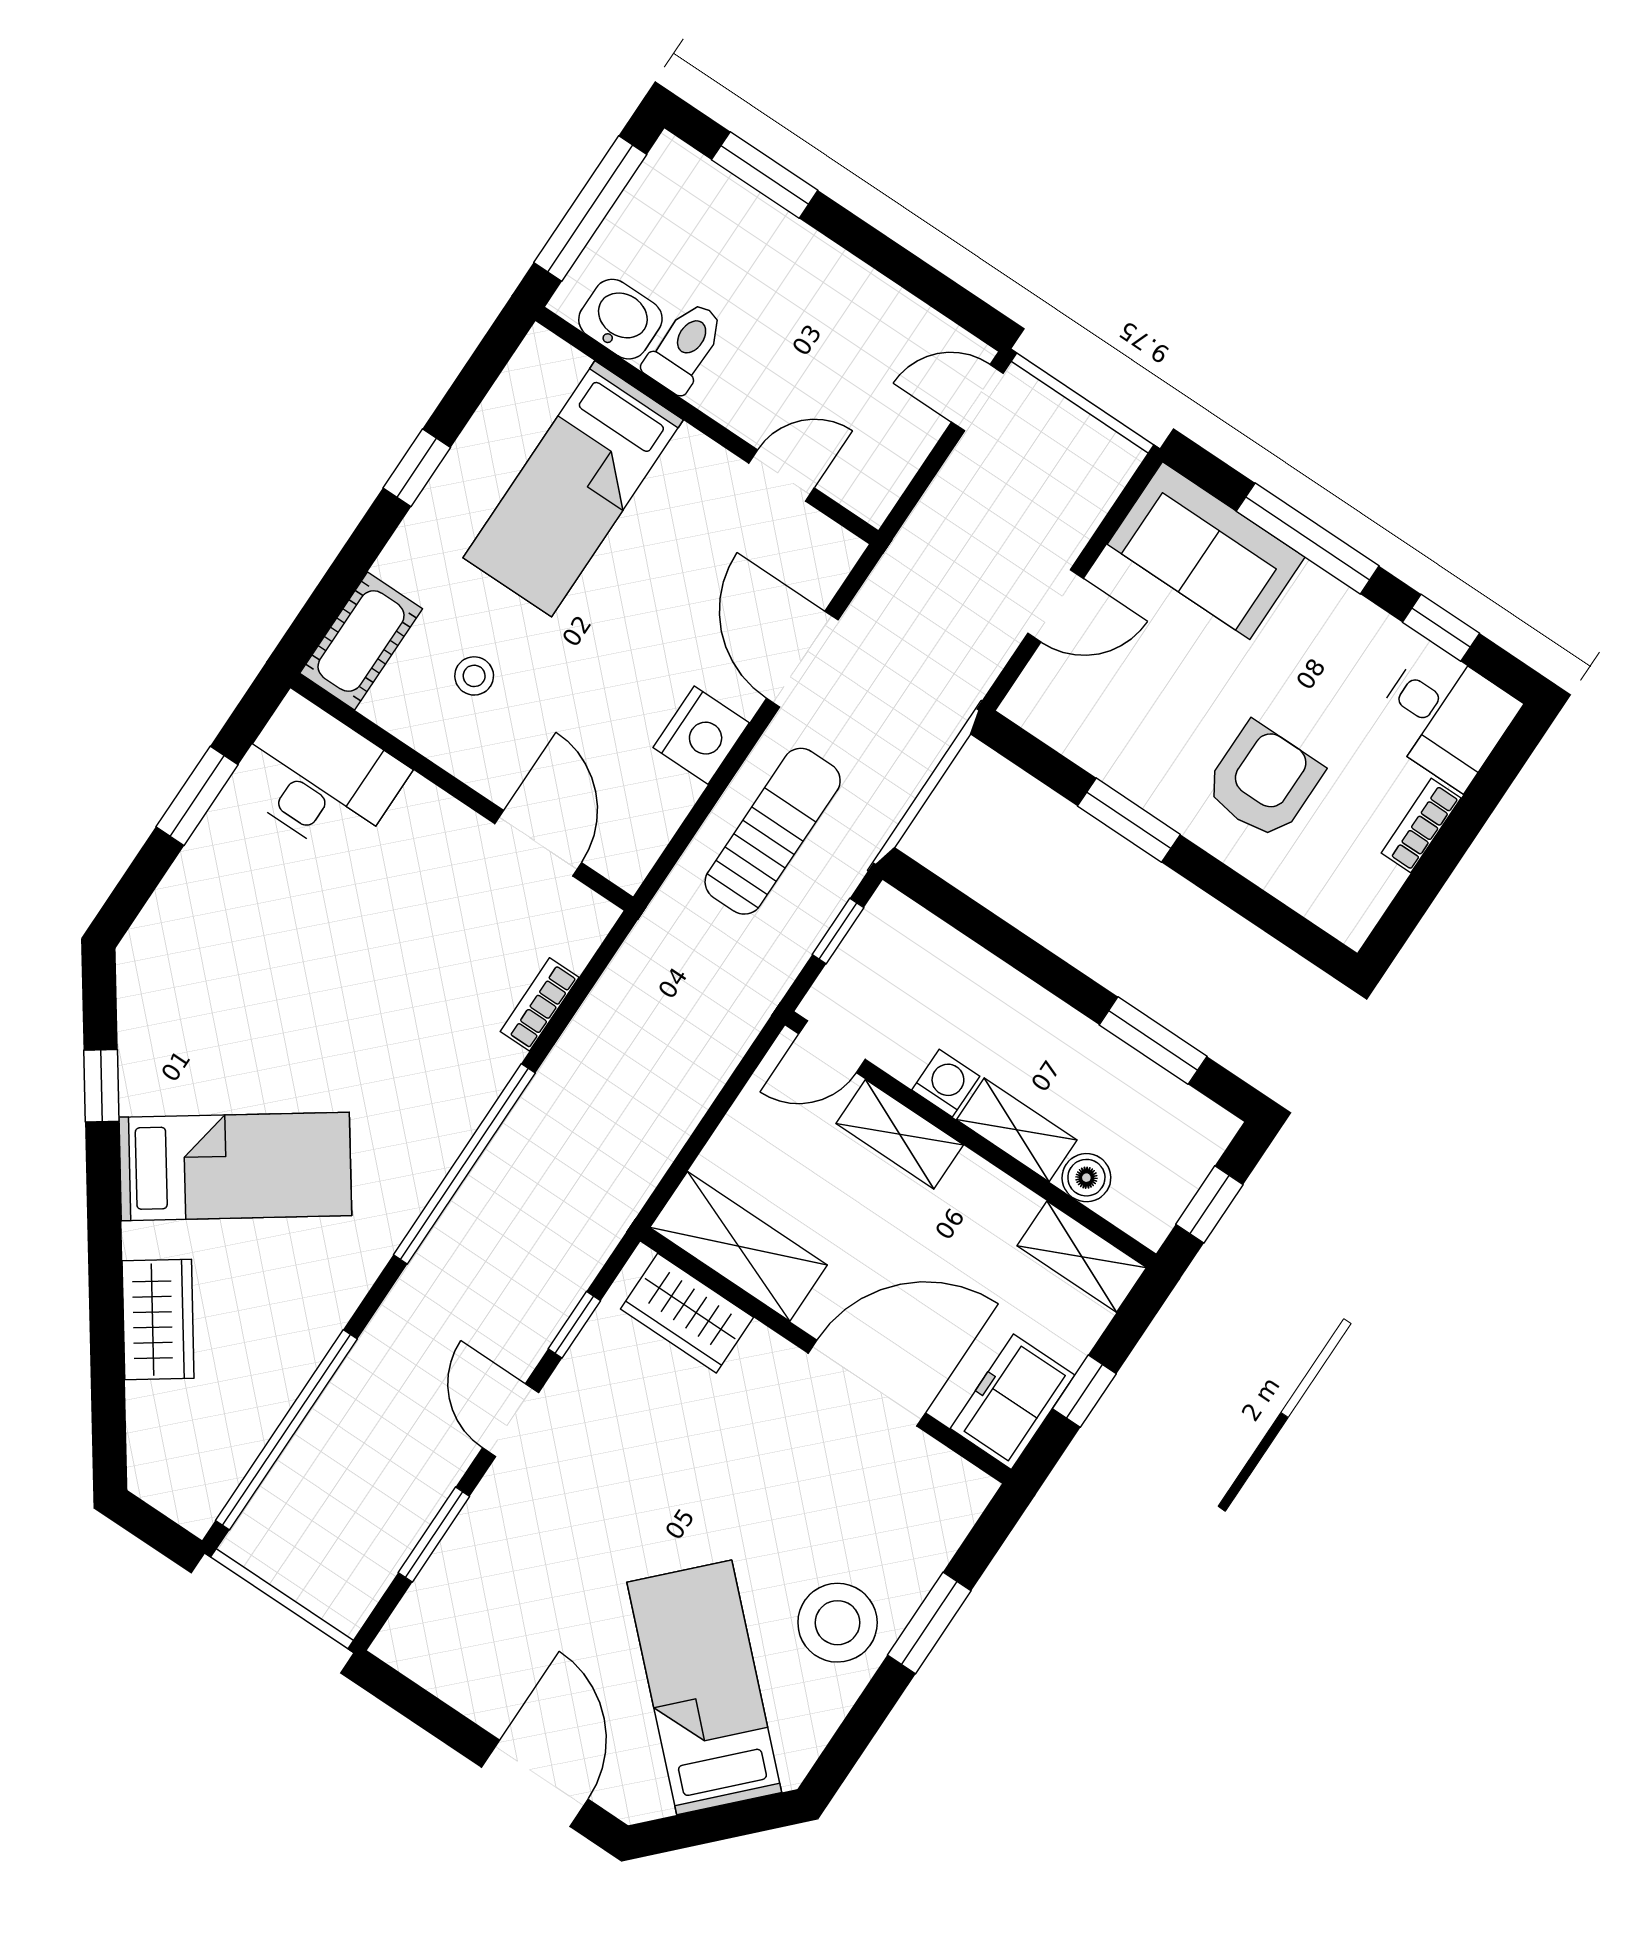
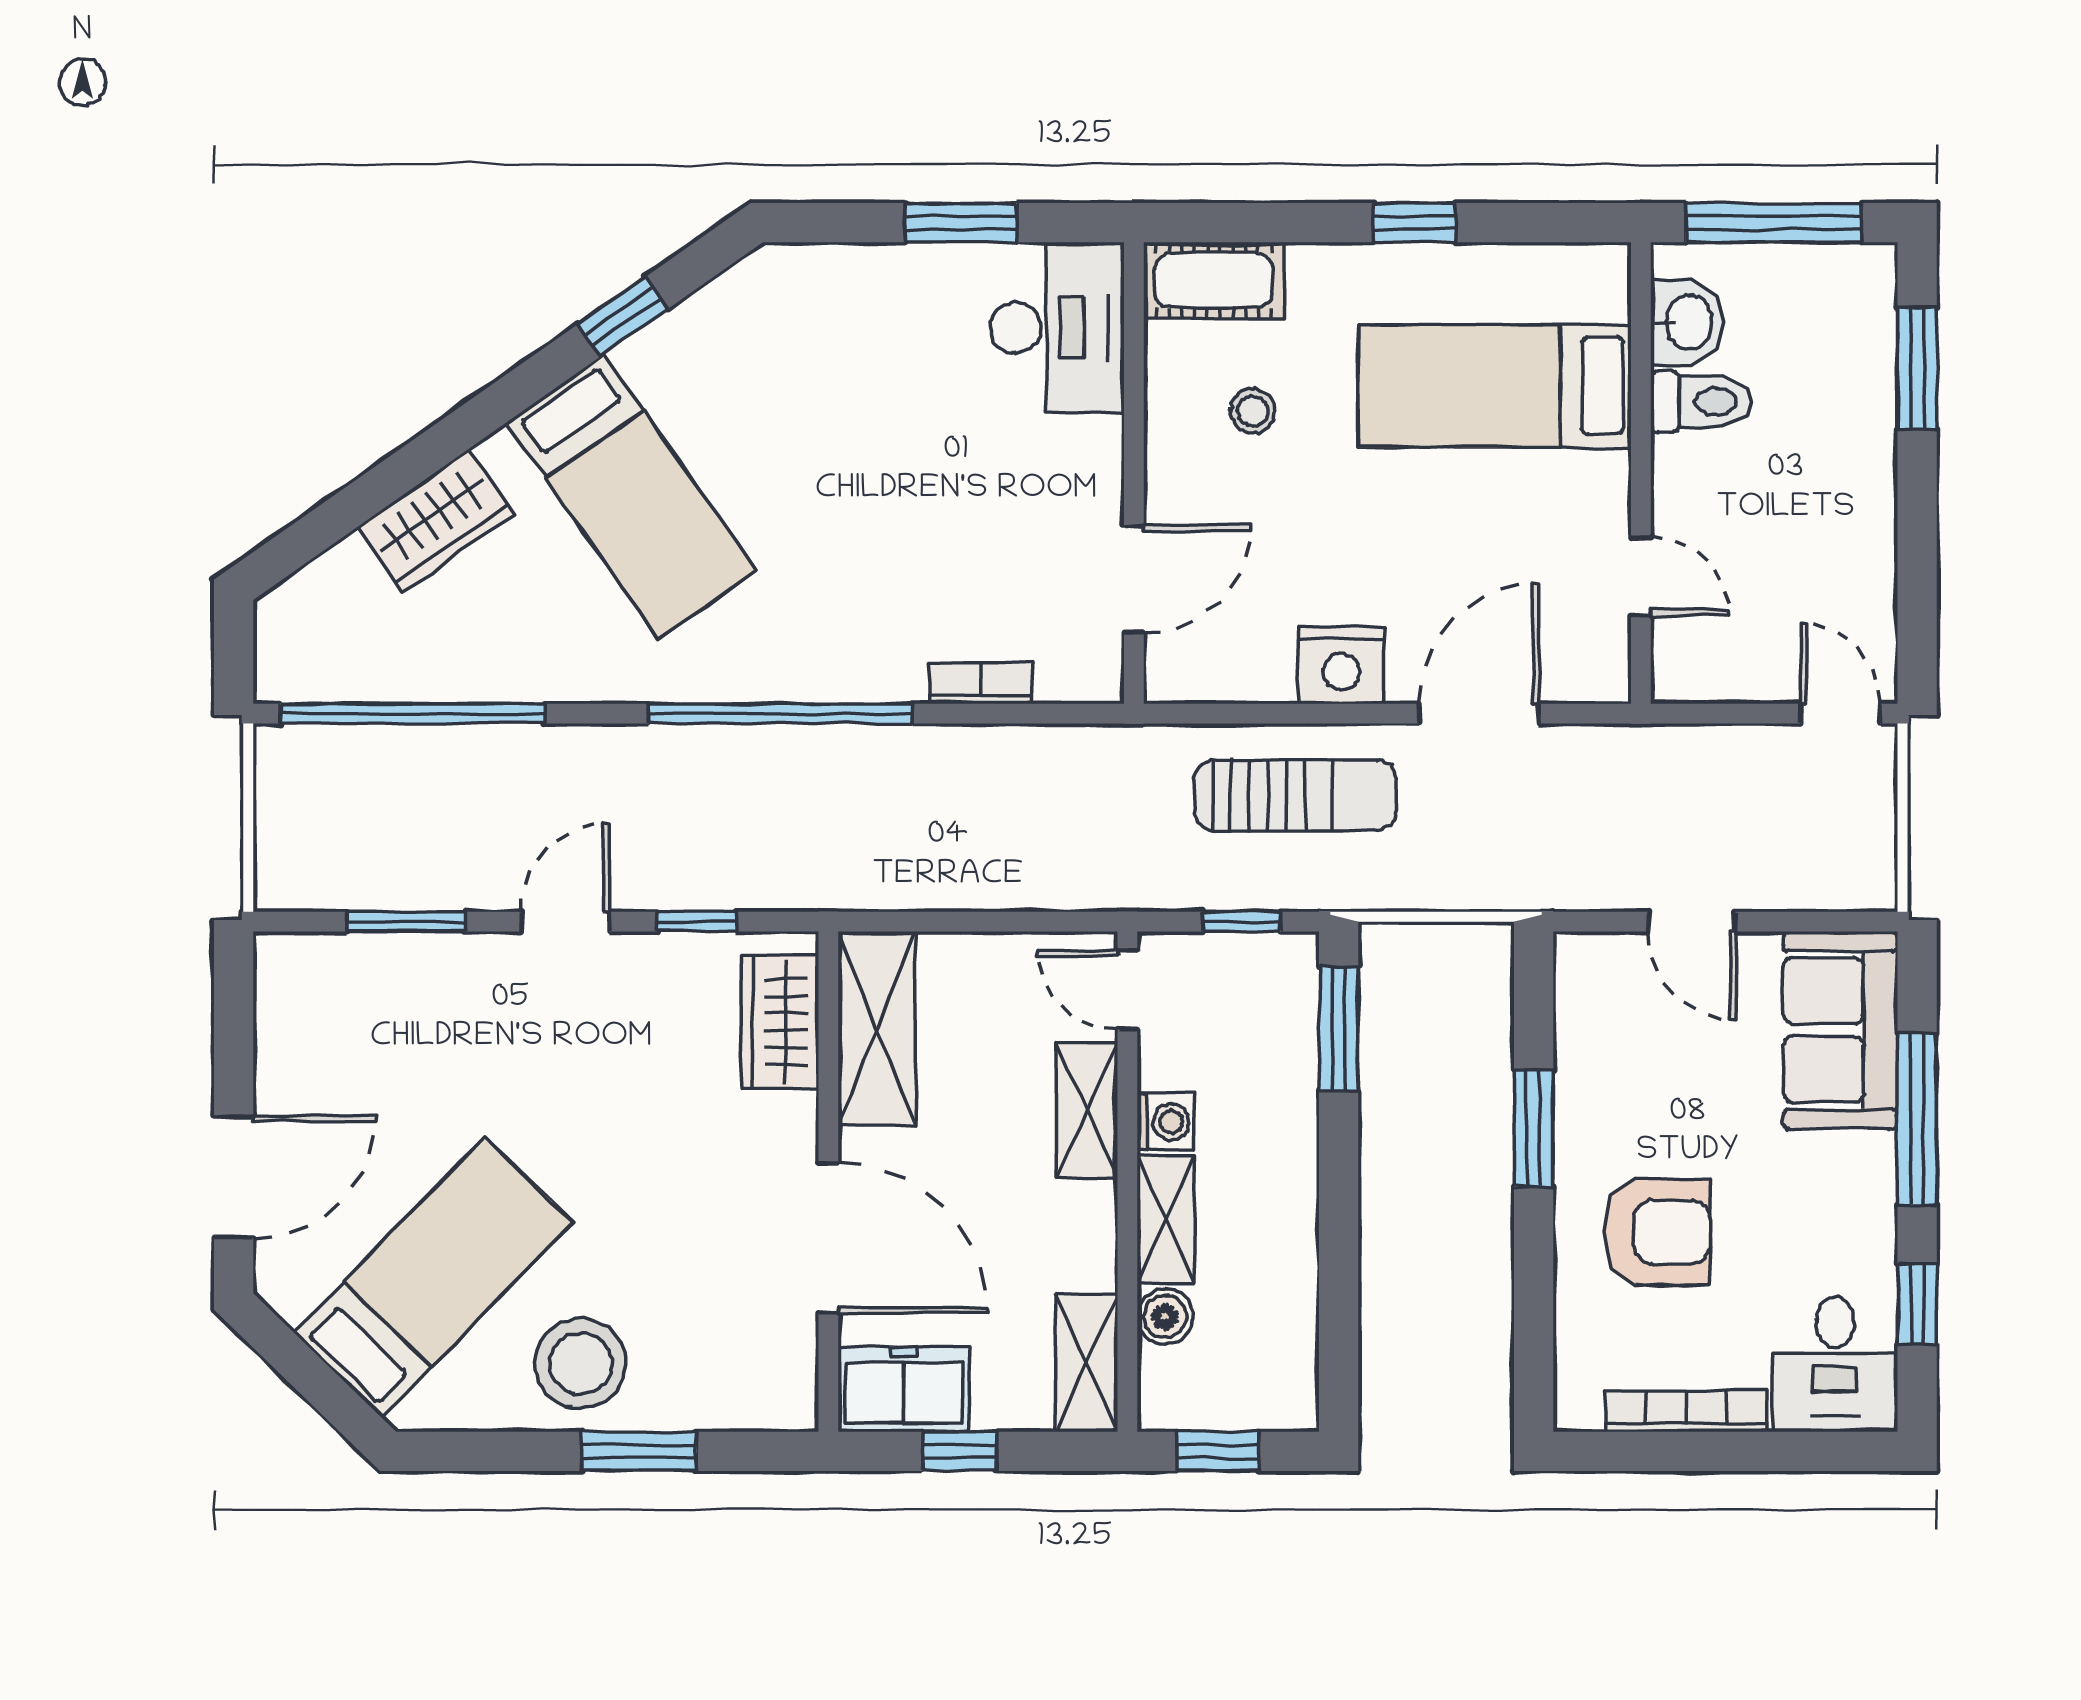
bookcase: (1421, 825) -> (1686, 1411), width x1.56
window: (1153, 1041) -> (1339, 1029), moved

